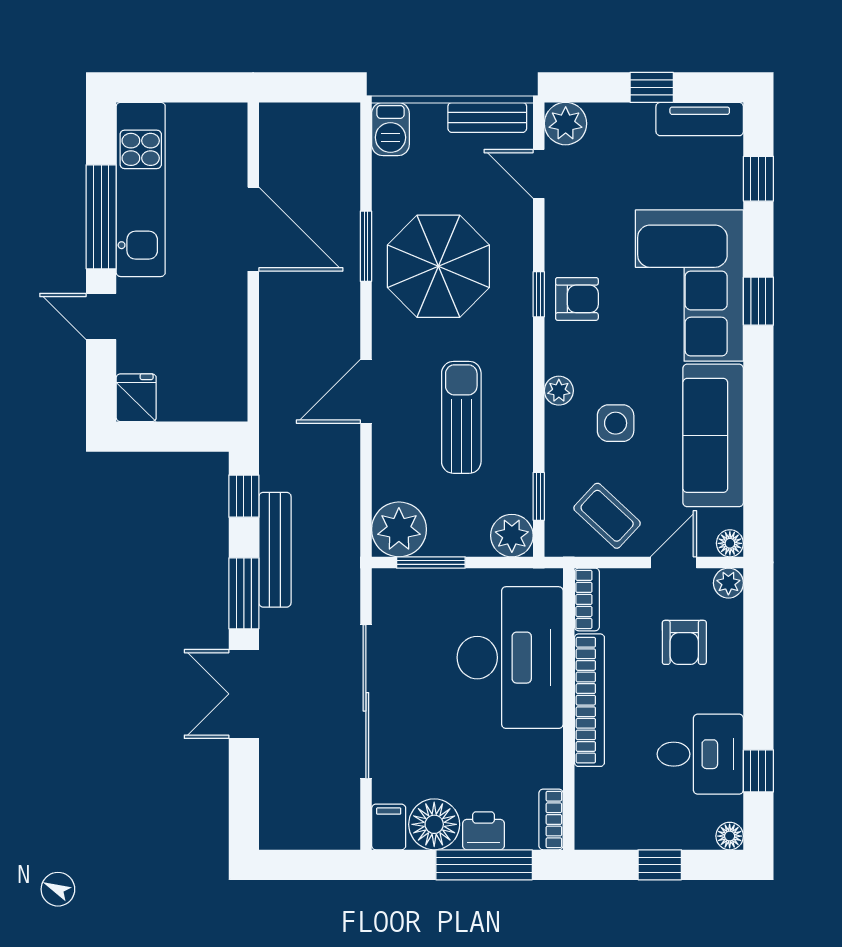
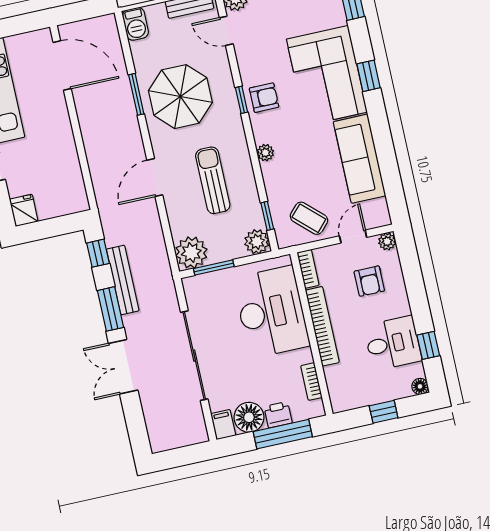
door: (253, 229) -> (62, 65), moved
side table: (616, 423) -> (302, 164), removed
floor lamp: (730, 543) -> (383, 218), removed
bookcase: (551, 819) -> (311, 382), moved

